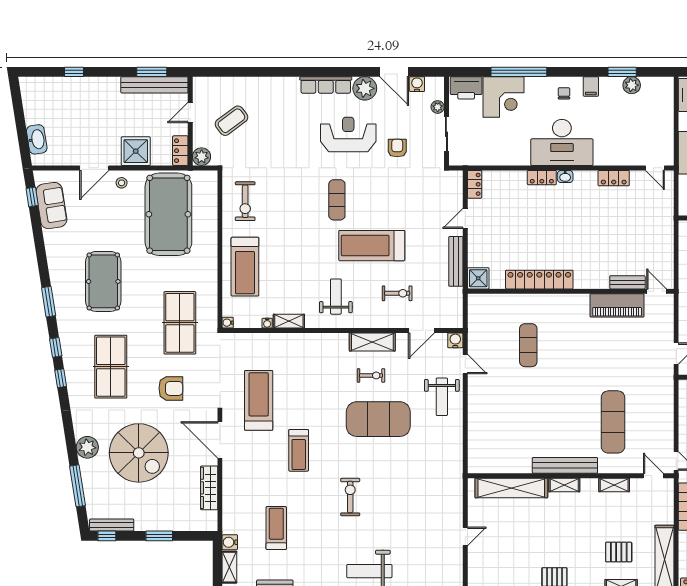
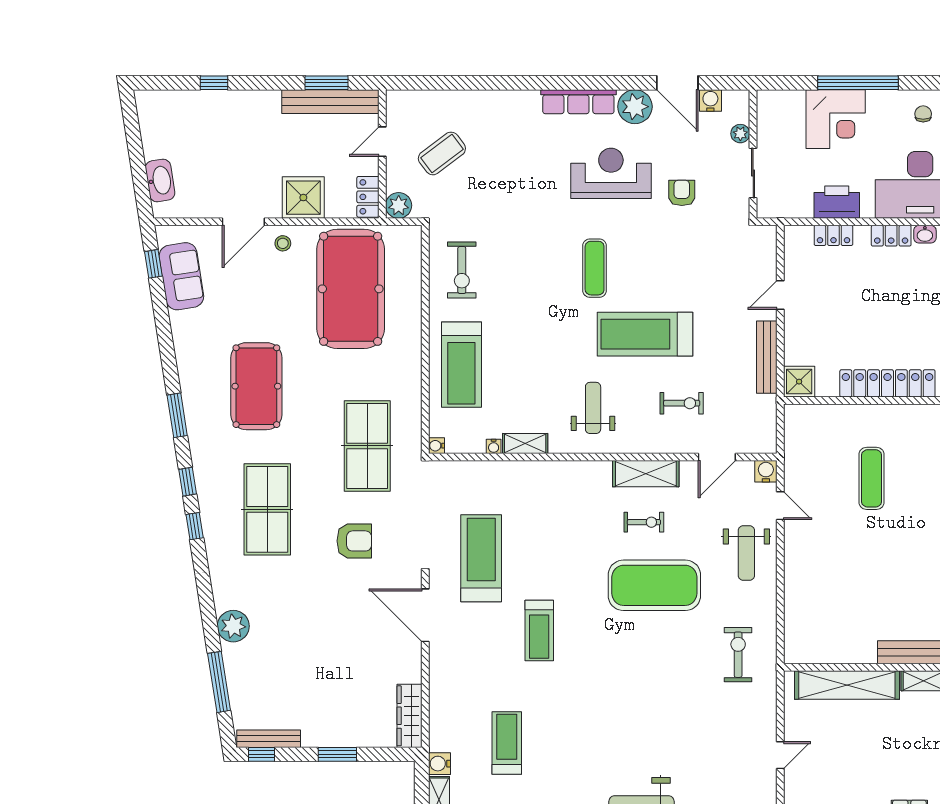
printer: (466, 88) -> (837, 202), moved, turned 180
locker: (475, 184) -> (833, 235), moved, turned 90
spiral stairs: (139, 453) -> (308, 634), removed
wardrobe: (209, 488) -> (409, 716), moved
exercise bike: (350, 497) -> (738, 655), moved

